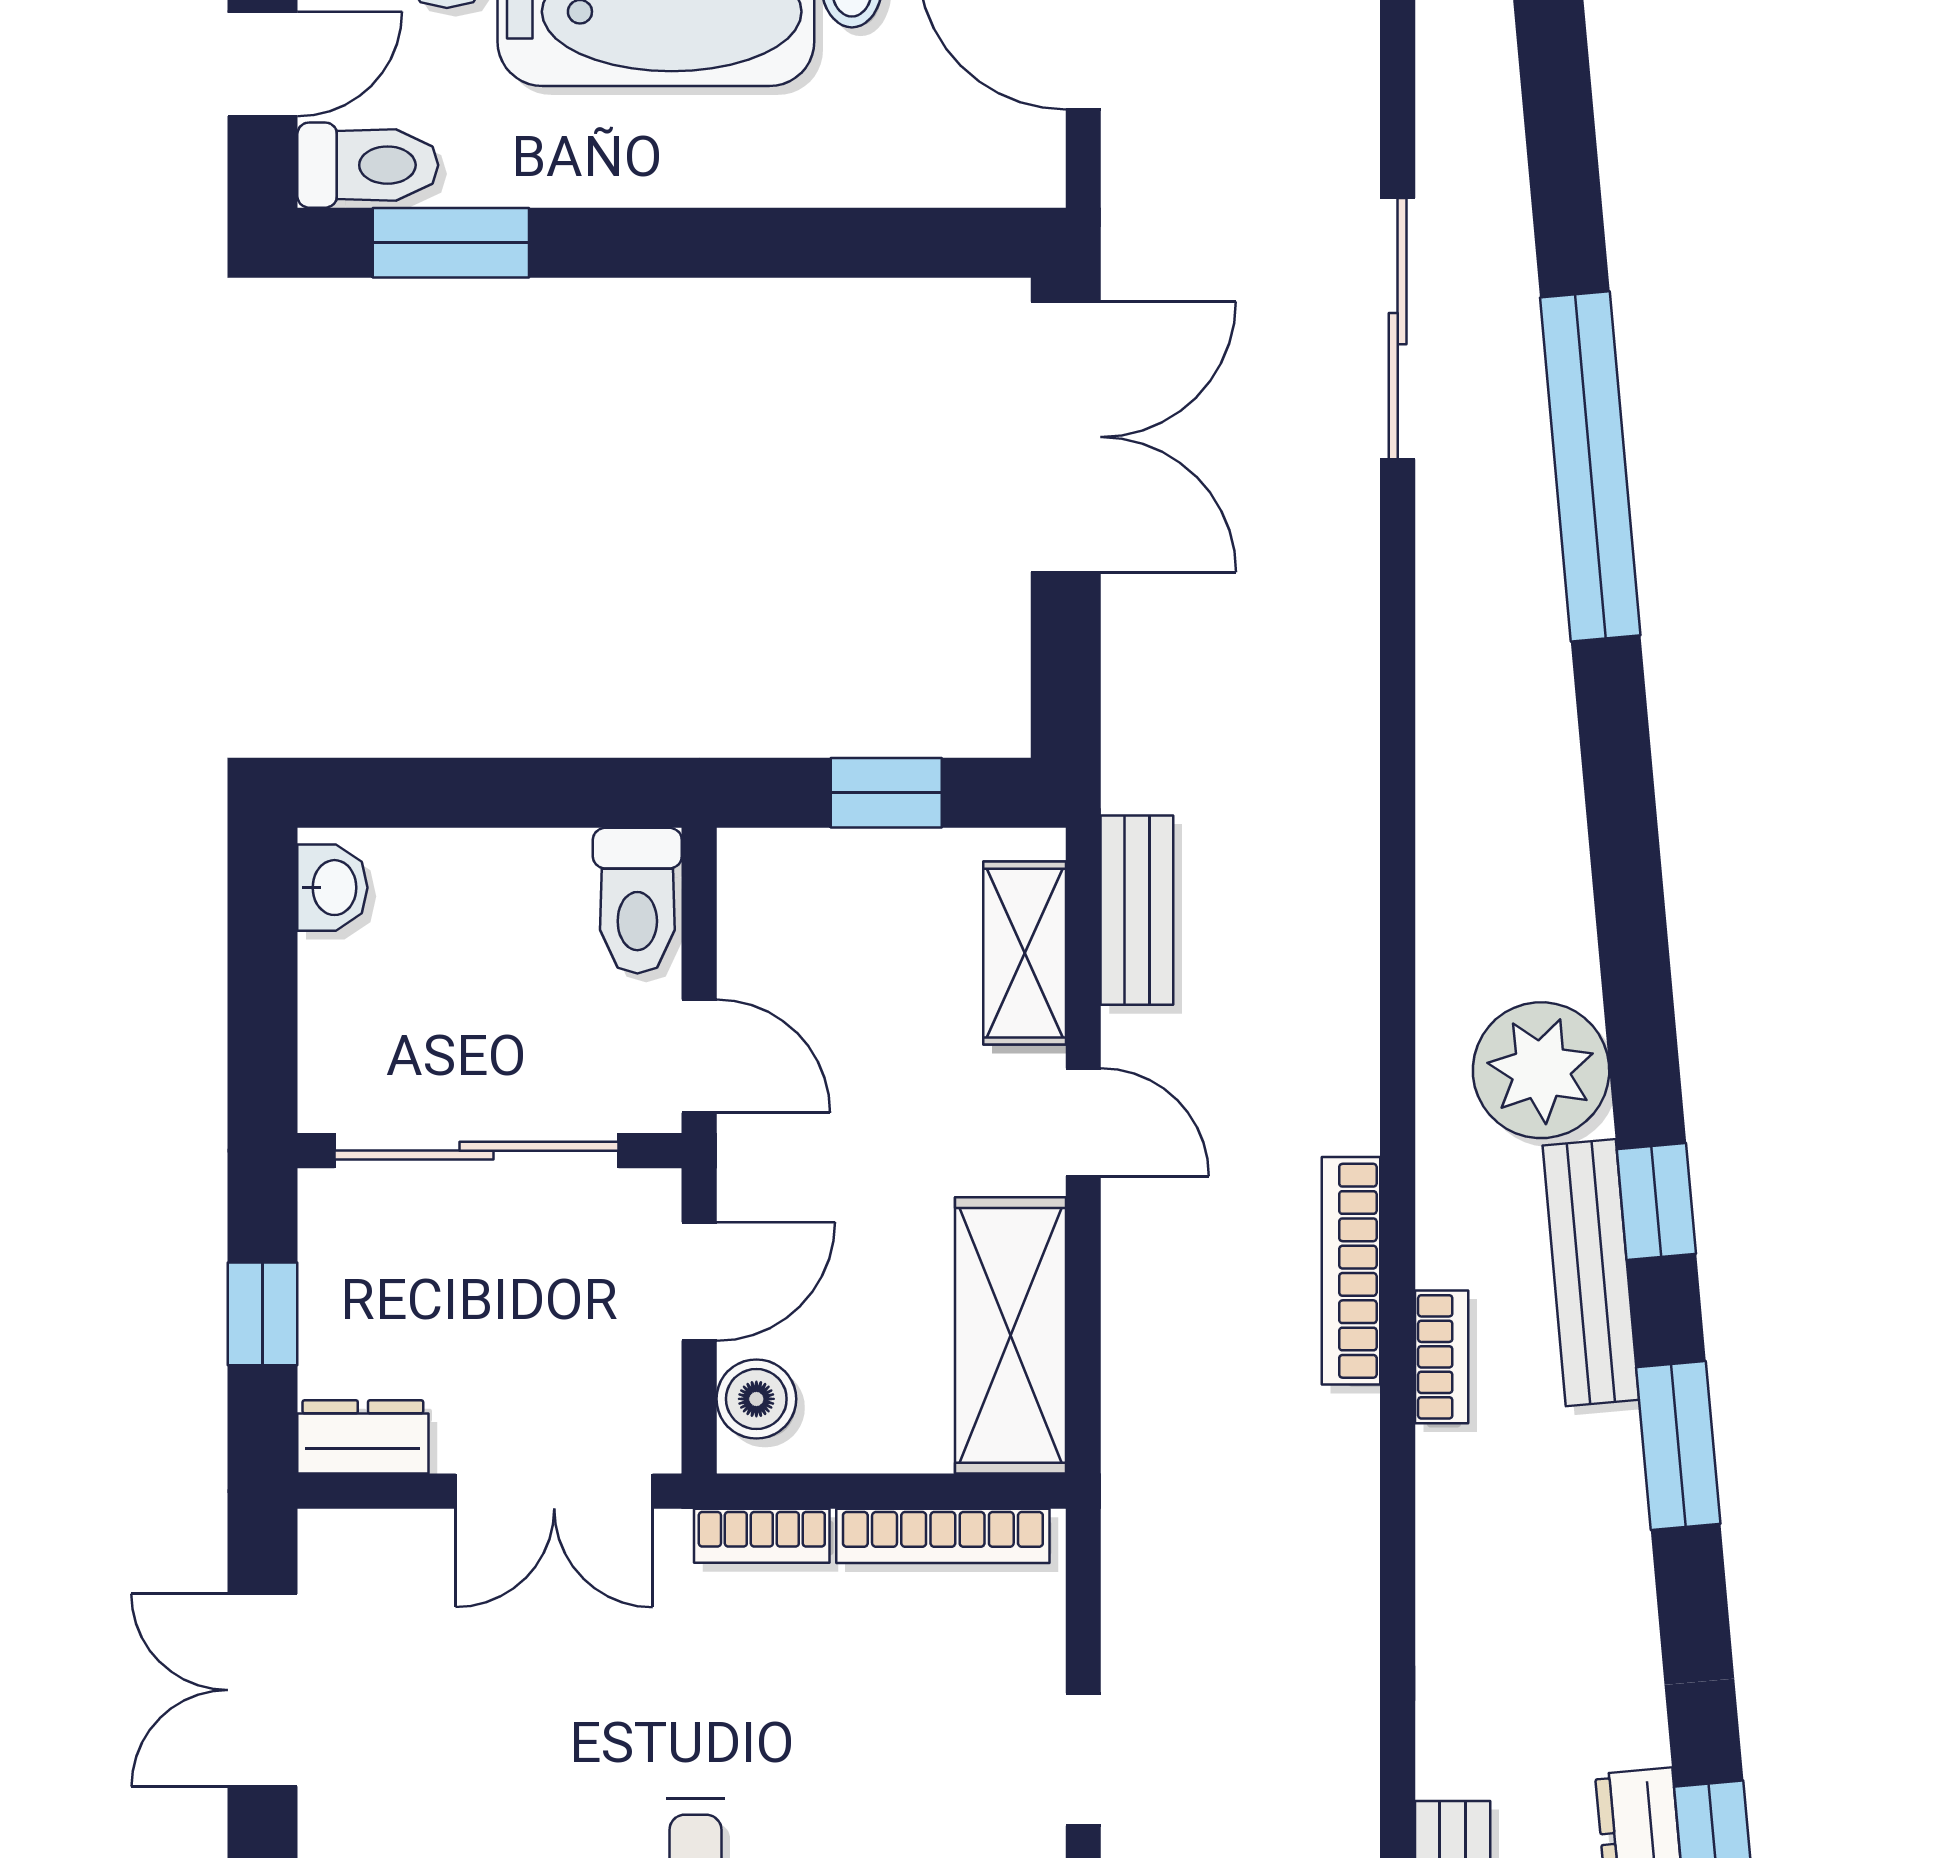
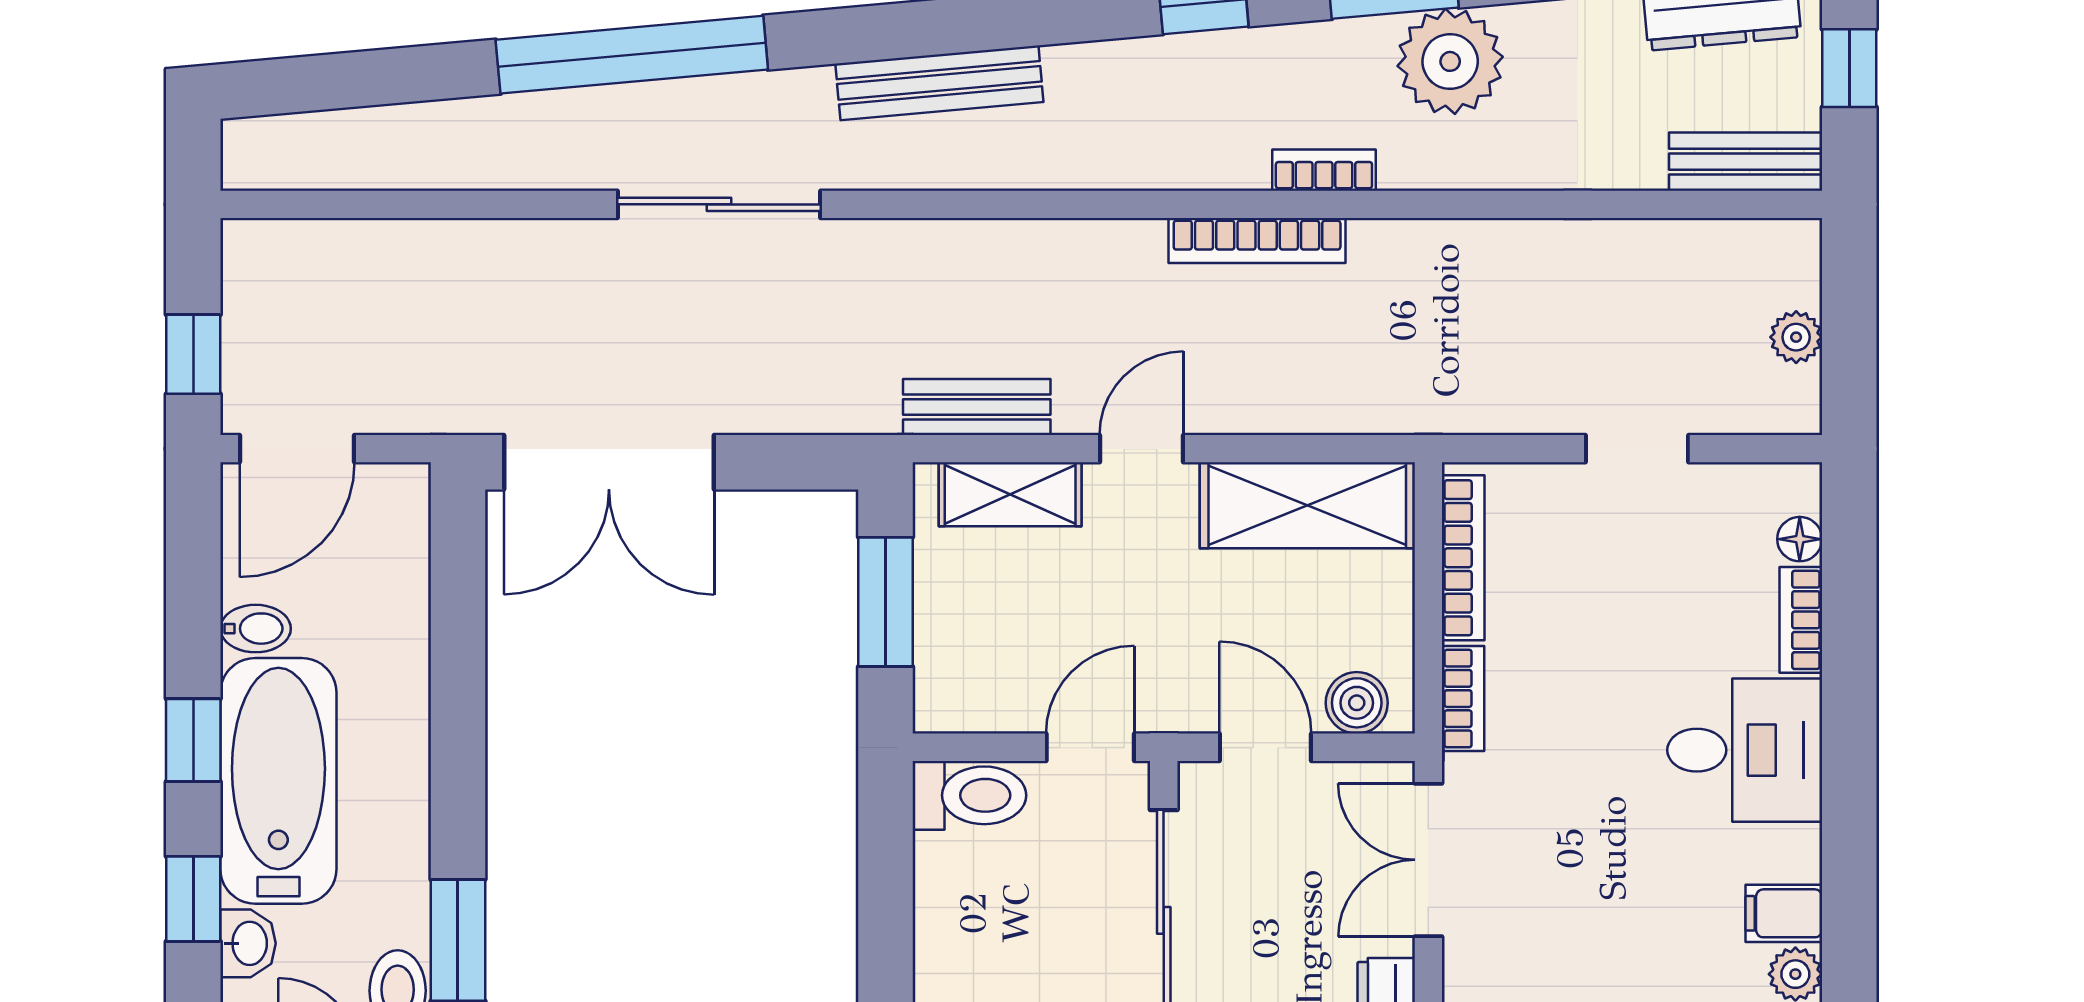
sliding door: (1398, 329) -> (719, 204), moved
double door: (1066, 437) -> (609, 462), swing flipped
window: (886, 793) -> (886, 602), width x1.50
plant: (1541, 1070) -> (1450, 61), moved
bench: (1591, 1273) -> (939, 83), moved
double door: (554, 1491) -> (1428, 860), swing flipped

